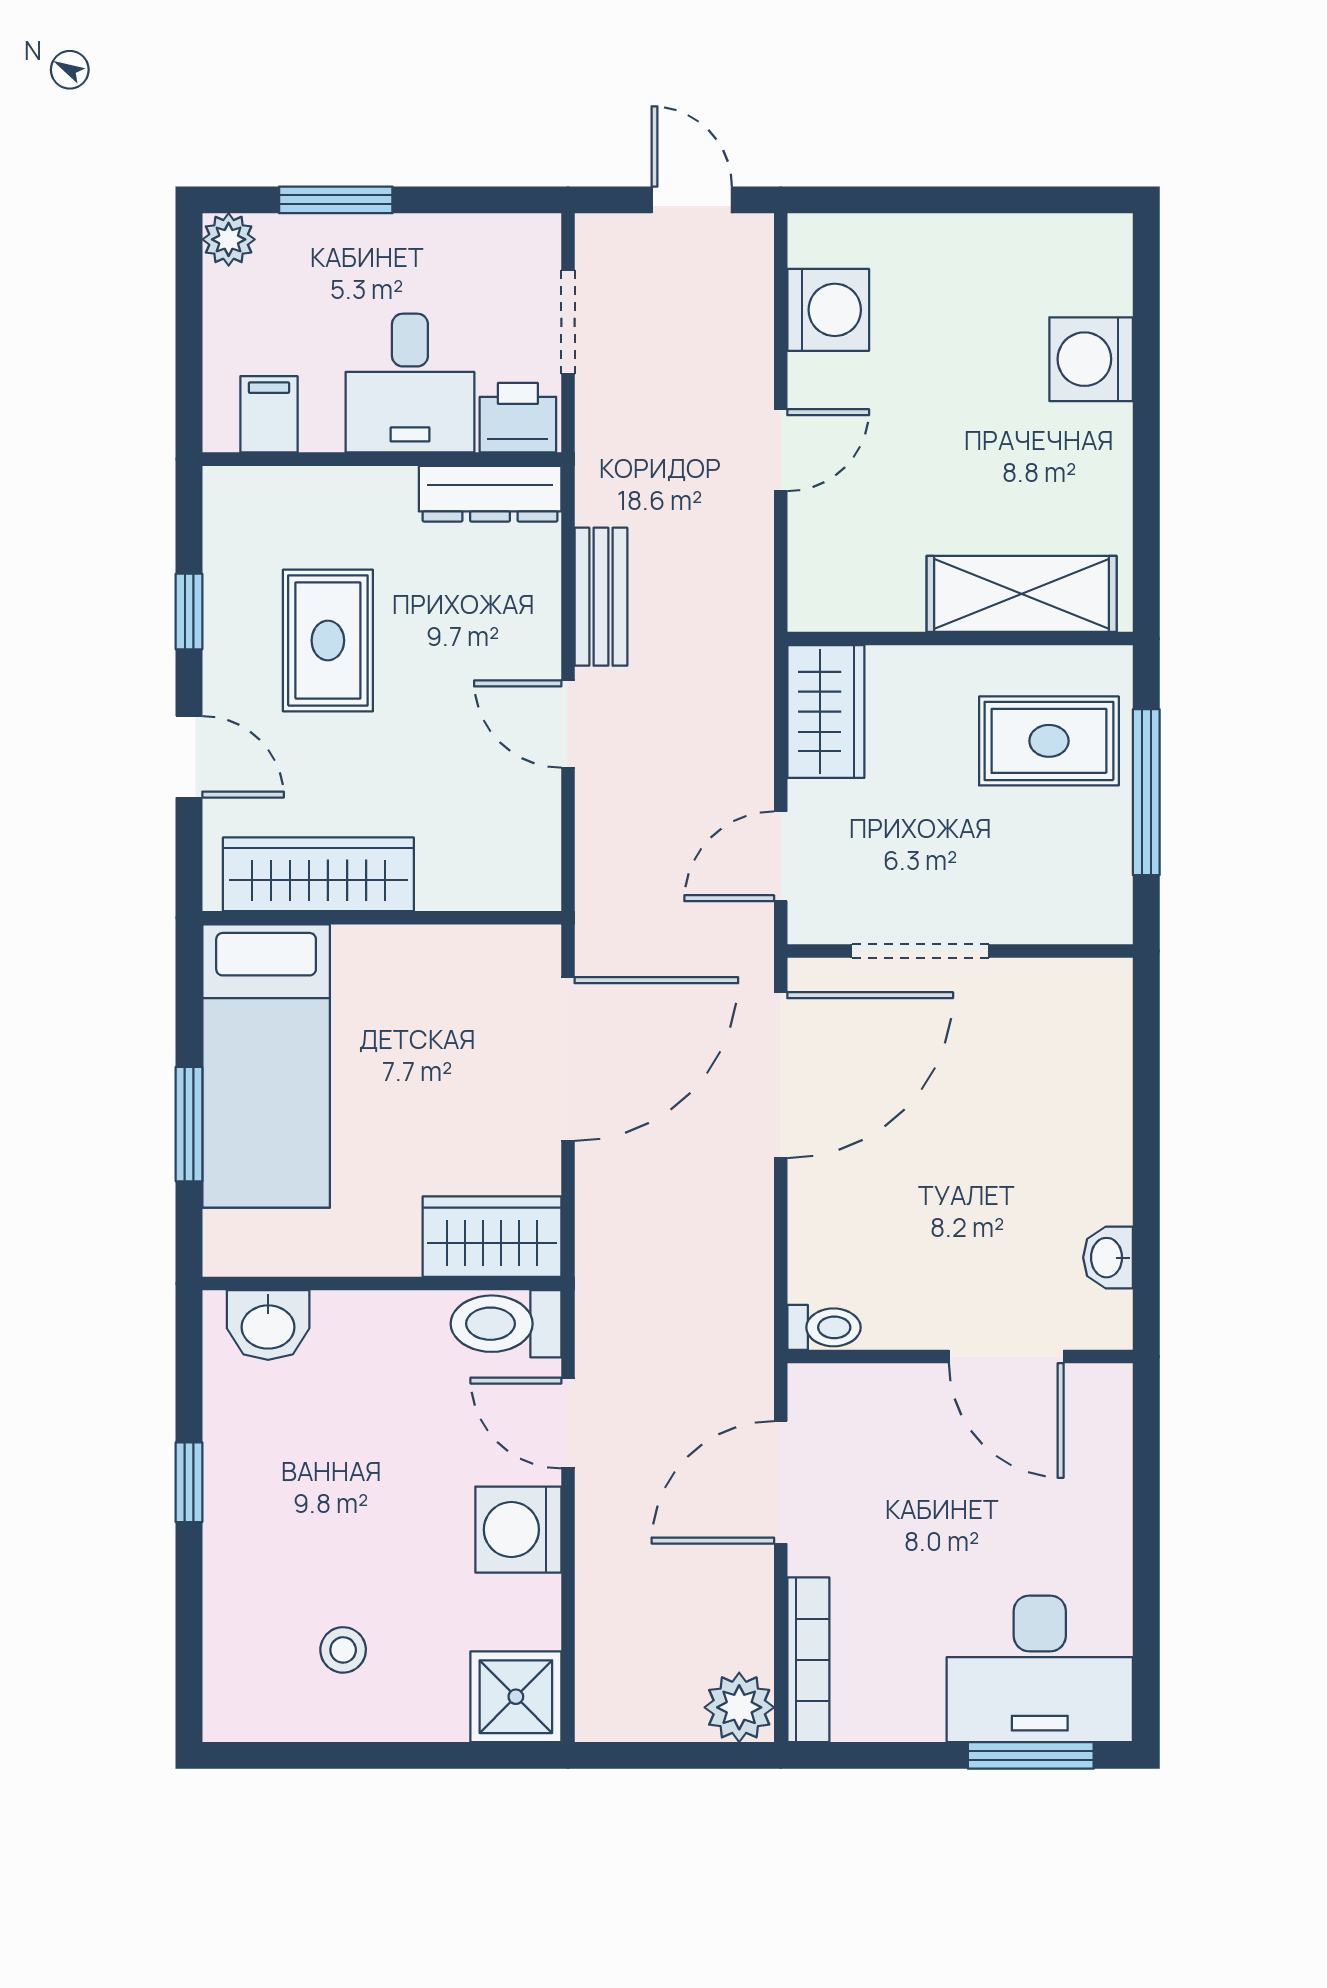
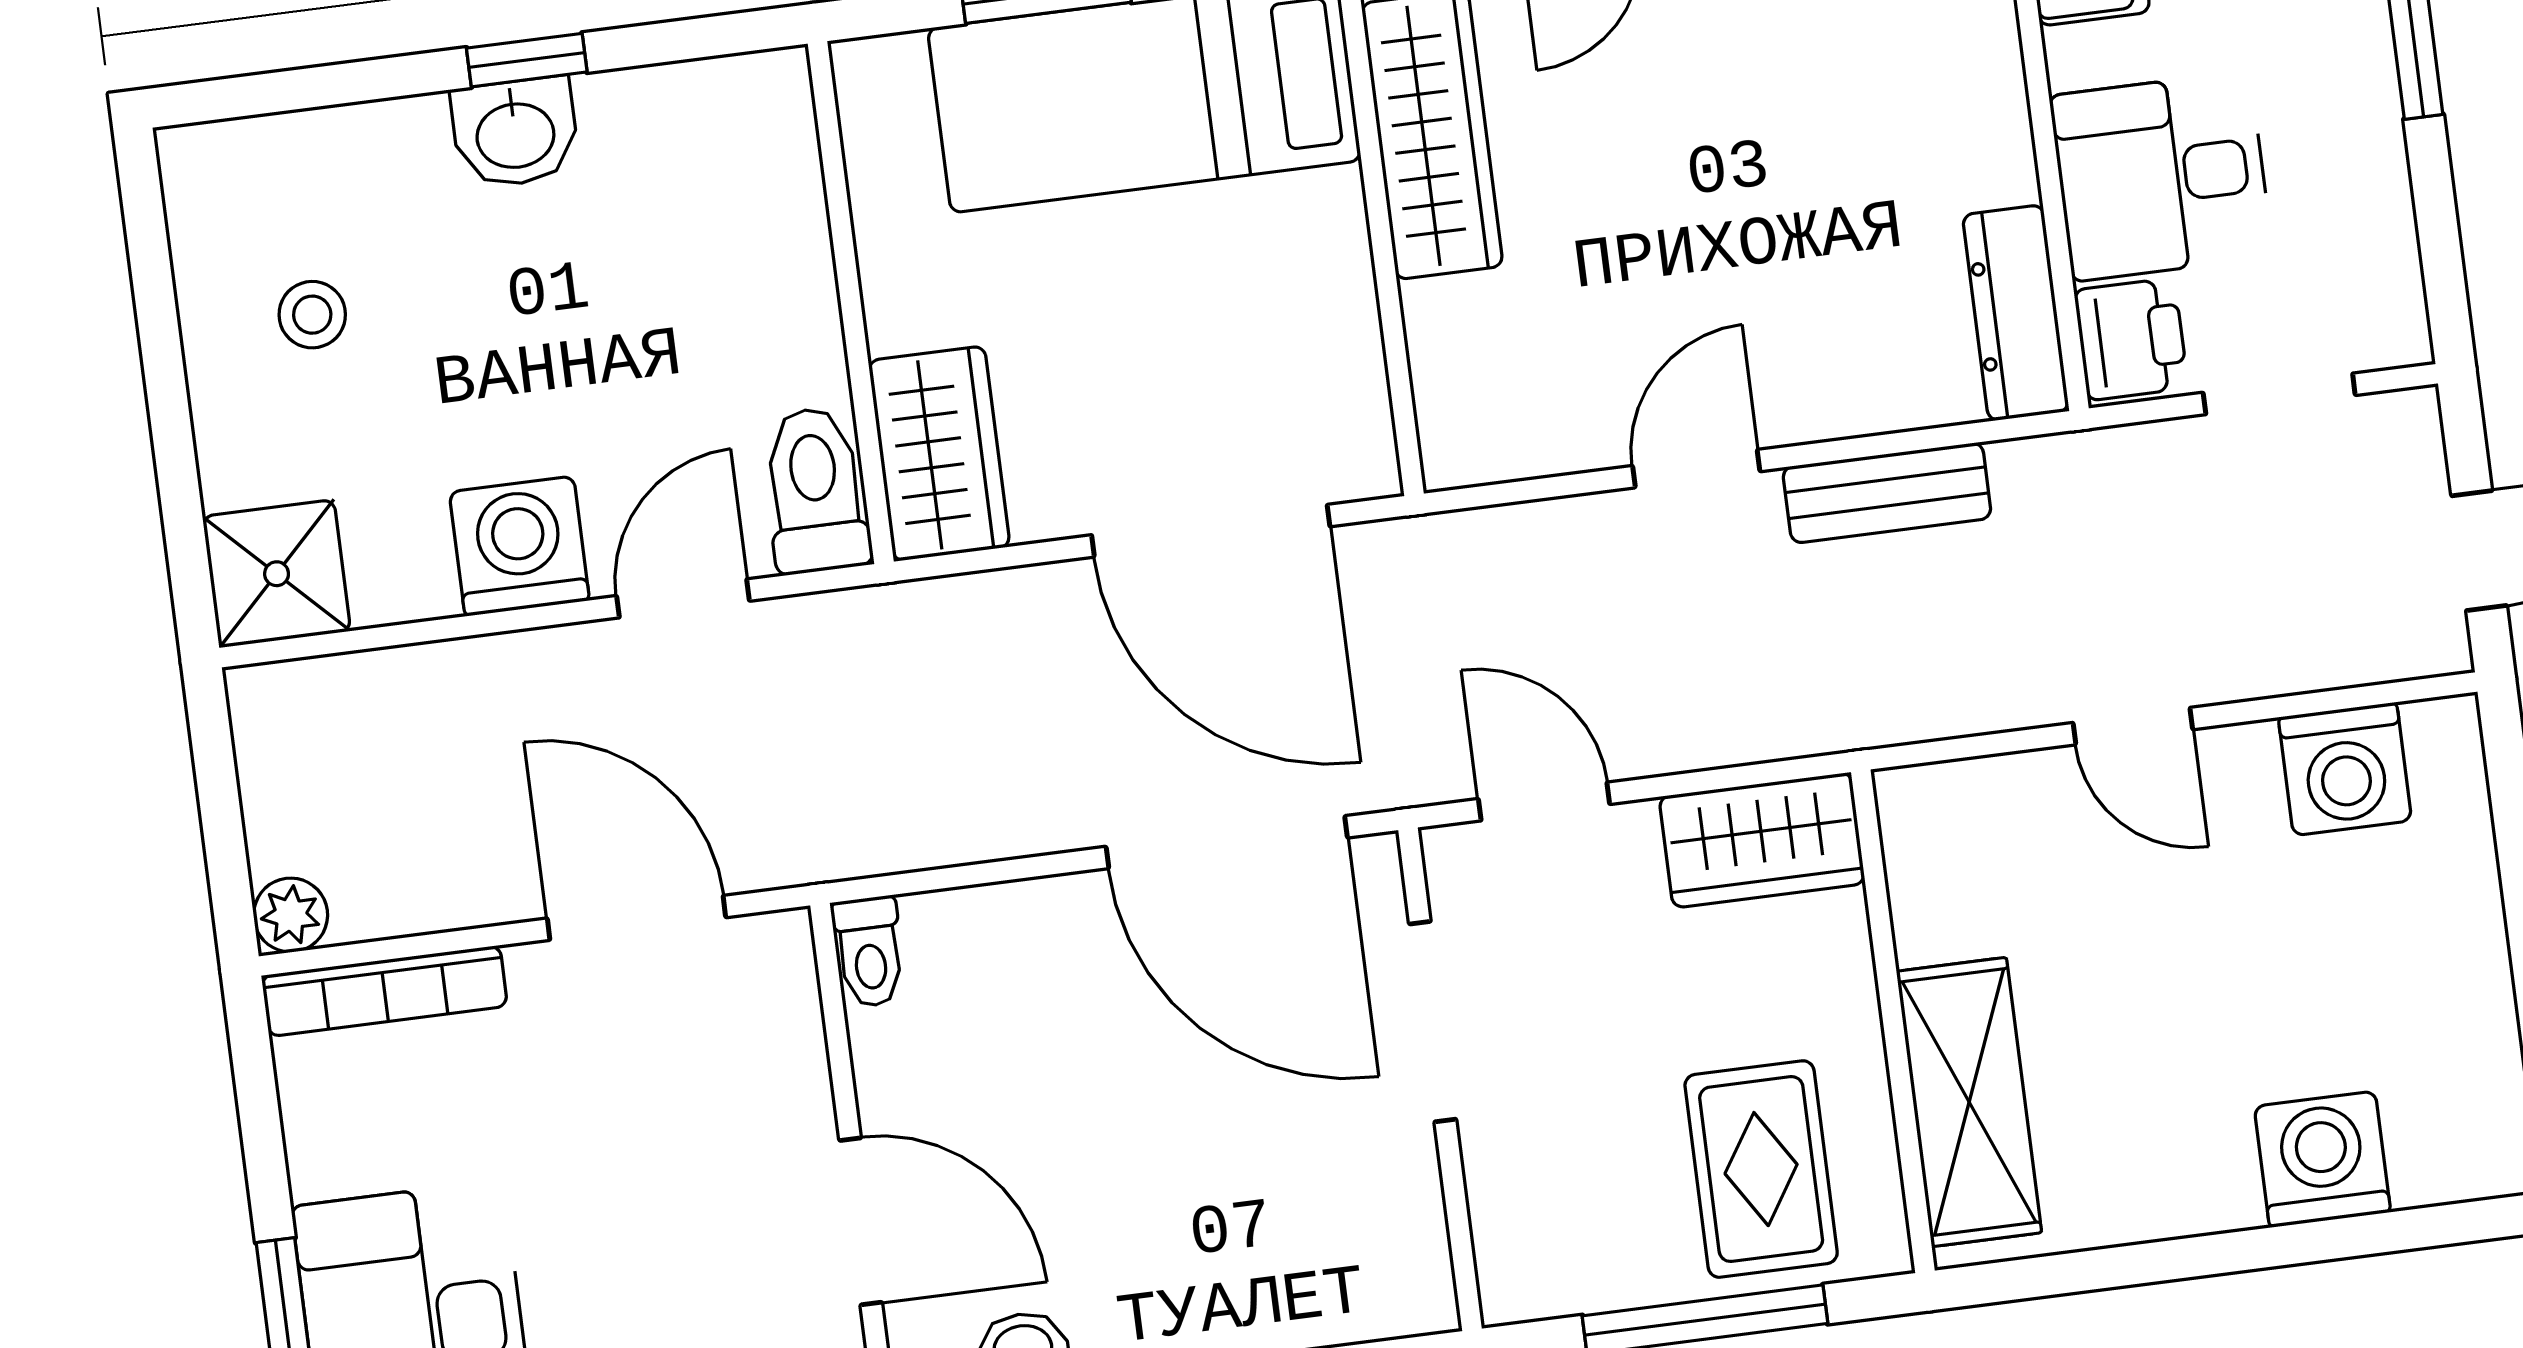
rug: (328, 641) -> (1773, 105), removed
washbasin: (268, 1325) -> (515, 133), moved, turned -90
door: (1006, 1357) -> (861, 1221), swing flipped
plant: (739, 1707) -> (291, 915), width x0.73, depth x0.73

